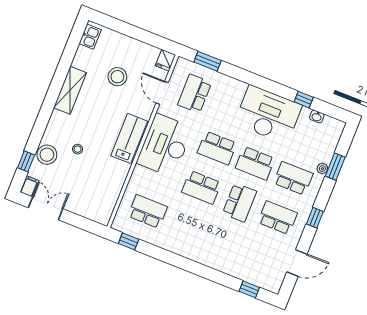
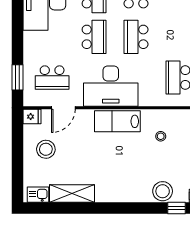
stool: (117, 77) -> (46, 149), moved
shelving: (70, 90) -> (72, 193), moved
stool: (78, 149) -> (161, 136), moved
school desk: (201, 187) -> (136, 37), turned 180

